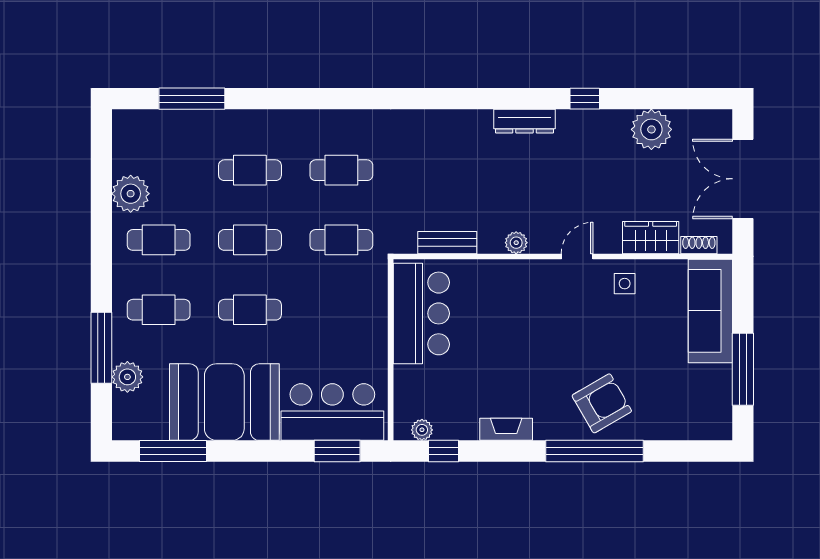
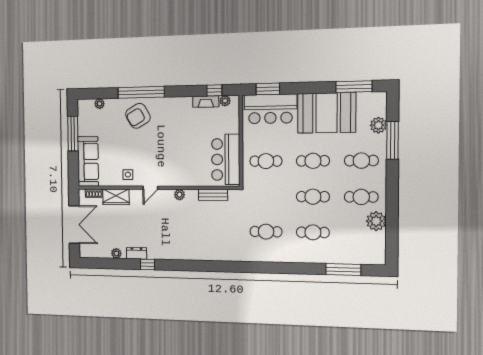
dresser: (524, 121) -> (137, 253), moved, width x0.70
plant: (651, 129) -> (116, 253), width x0.53, depth x0.53
cafe table: (341, 240) -> (266, 161), moved
fireplace: (506, 429) -> (206, 102), moved
plant: (684, 430) -> (100, 104), added

